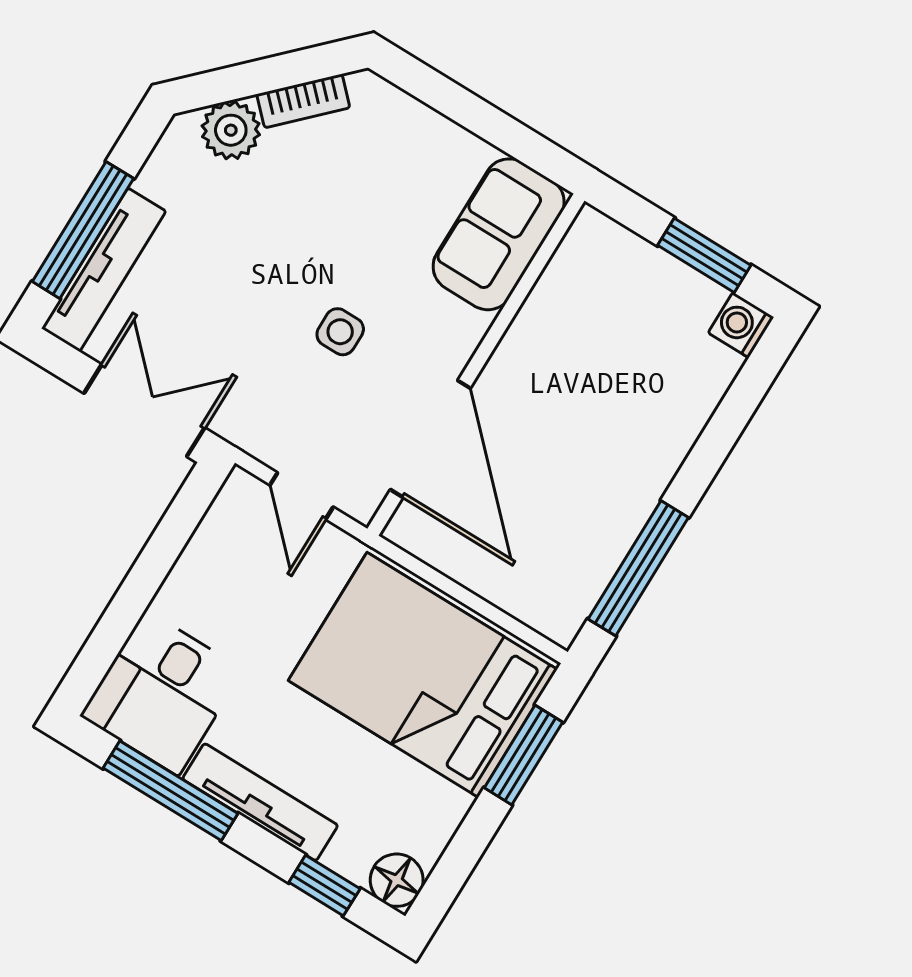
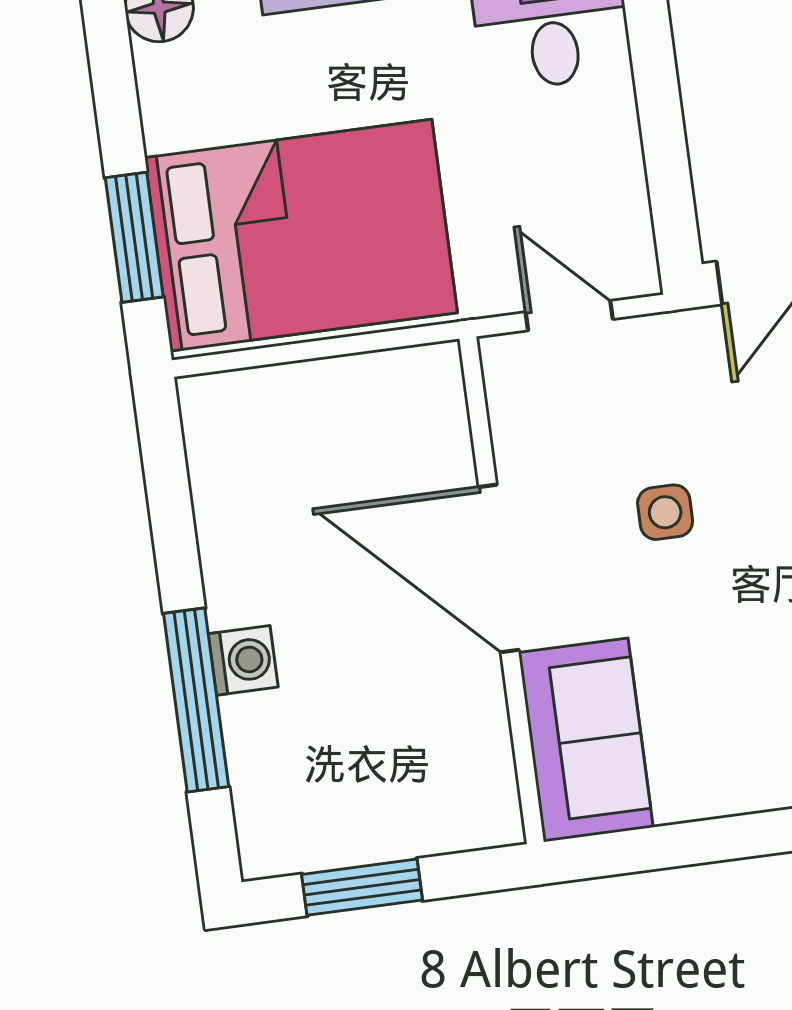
washing machine: (741, 325) -> (243, 660), moved
door: (430, 439) -> (499, 568), moved
window: (638, 568) -> (196, 700), moved

